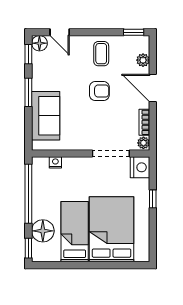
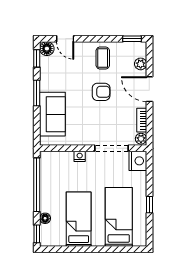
nightstand: (55, 162) -> (80, 156), moved
window: (153, 199) -> (149, 205), moved
bed: (112, 229) -> (119, 217), width x0.67
floor lamp: (43, 231) -> (45, 218), width x0.53, depth x0.53

